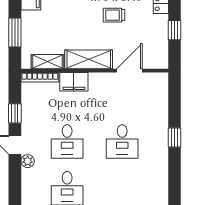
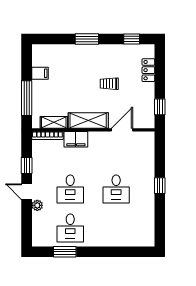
window: (175, 30) -> (160, 107), moved
window: (15, 33) -> (27, 98), width x1.44

